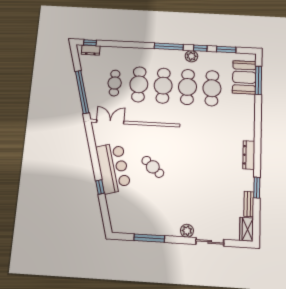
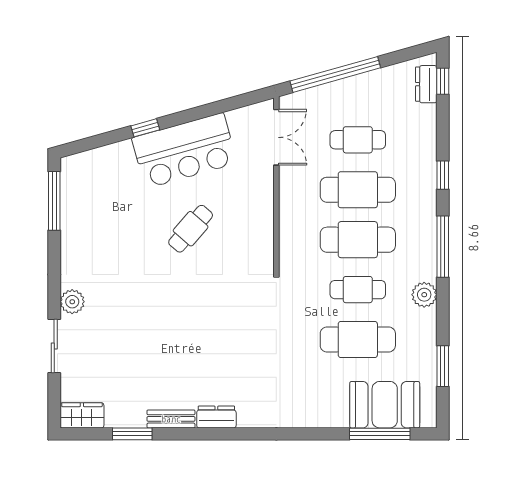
window: (200, 48) -> (443, 175), moved
cafe table: (187, 87) -> (358, 290), width x0.73, depth x0.74
dresser: (249, 155) -> (216, 417), width x0.70
window: (257, 188) -> (132, 434), moved
bench: (249, 204) -> (171, 419), moved
window: (149, 238) -> (54, 201), moved

